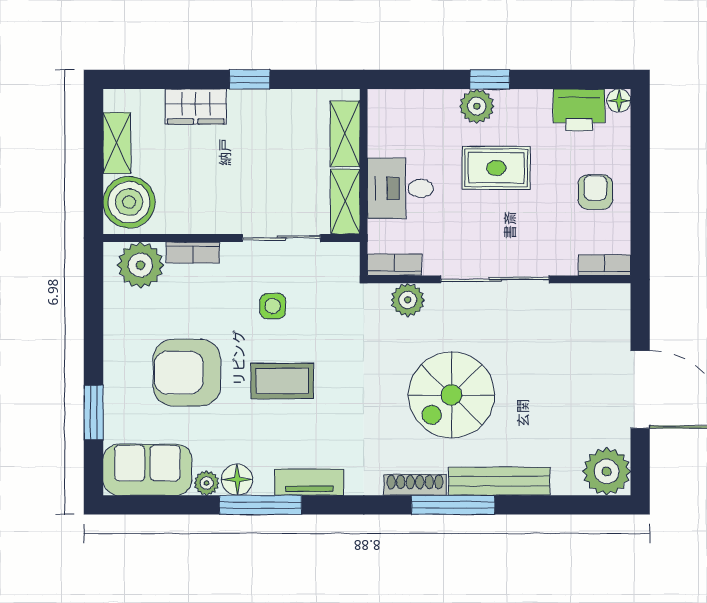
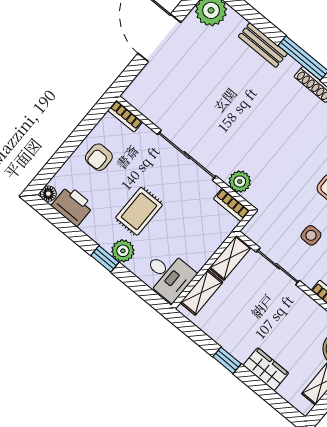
rug: (496, 168) -> (139, 211), turned 90
desk: (400, 188) -> (168, 275), moved
spiral stairs: (451, 395) -> (258, 115), removed
bench: (499, 481) -> (263, 45), width x0.73

